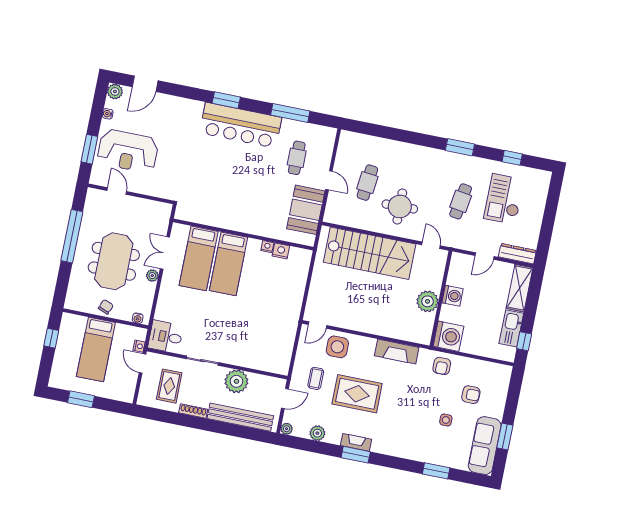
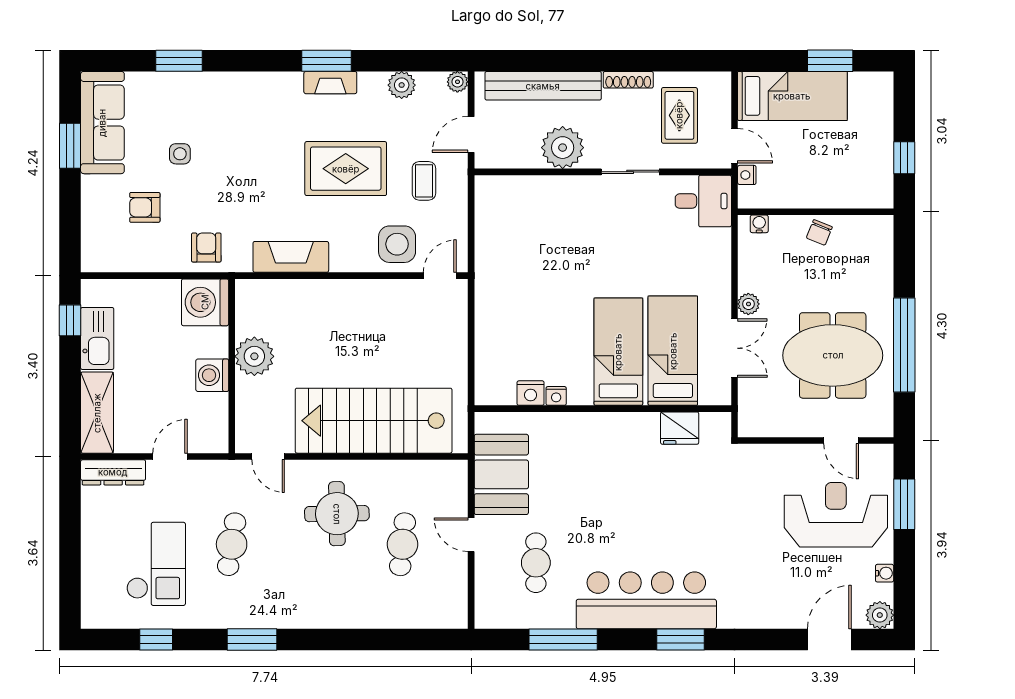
fridge: (203, 215) -> (680, 428), added
meeting table: (114, 261) -> (833, 355), moved, turned 90
bed: (96, 349) -> (792, 96), moved, turned 90

